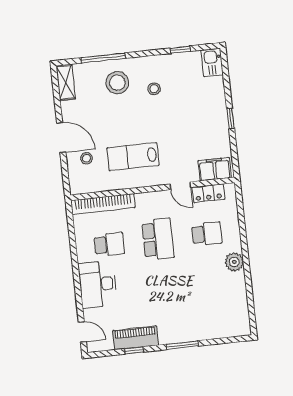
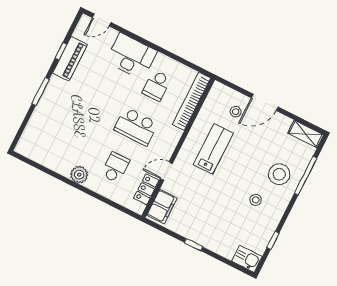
school desk: (207, 234) -> (115, 167), turned 180

